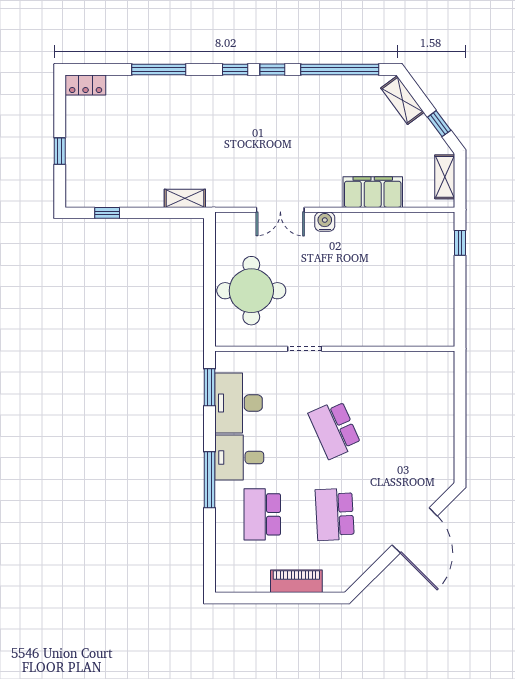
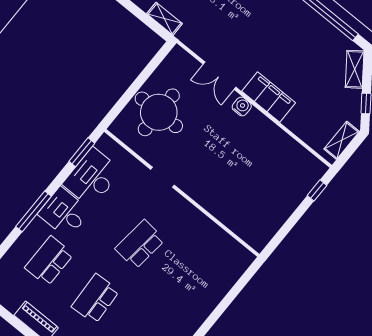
filing cabinet: (373, 192) -> (269, 97), moved
school desk: (335, 429) -> (140, 244), turned 30

